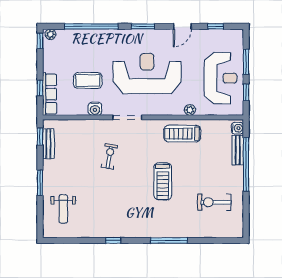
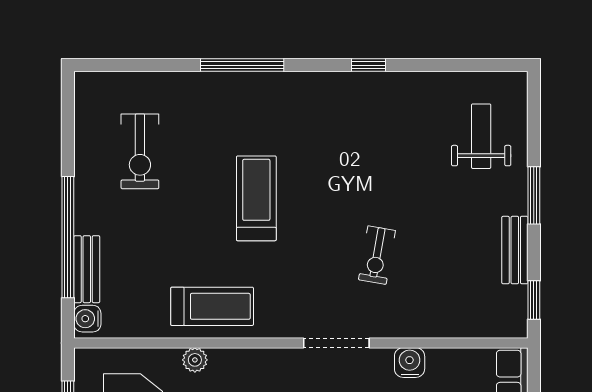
bench: (48, 144) -> (515, 250), moved
exercise bike: (214, 202) -> (140, 151), turned 90

